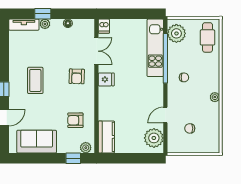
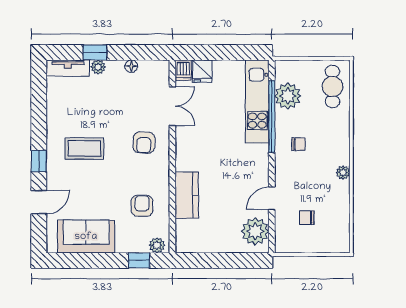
plant: (176, 33) -> (288, 96), moved
fridge: (106, 79) -> (202, 71), moved, turned 90
coffee table: (35, 80) -> (84, 148), turned 90
armchair: (75, 120) -> (142, 206), turned 90
kitchen counter: (106, 137) -> (187, 195), moved

